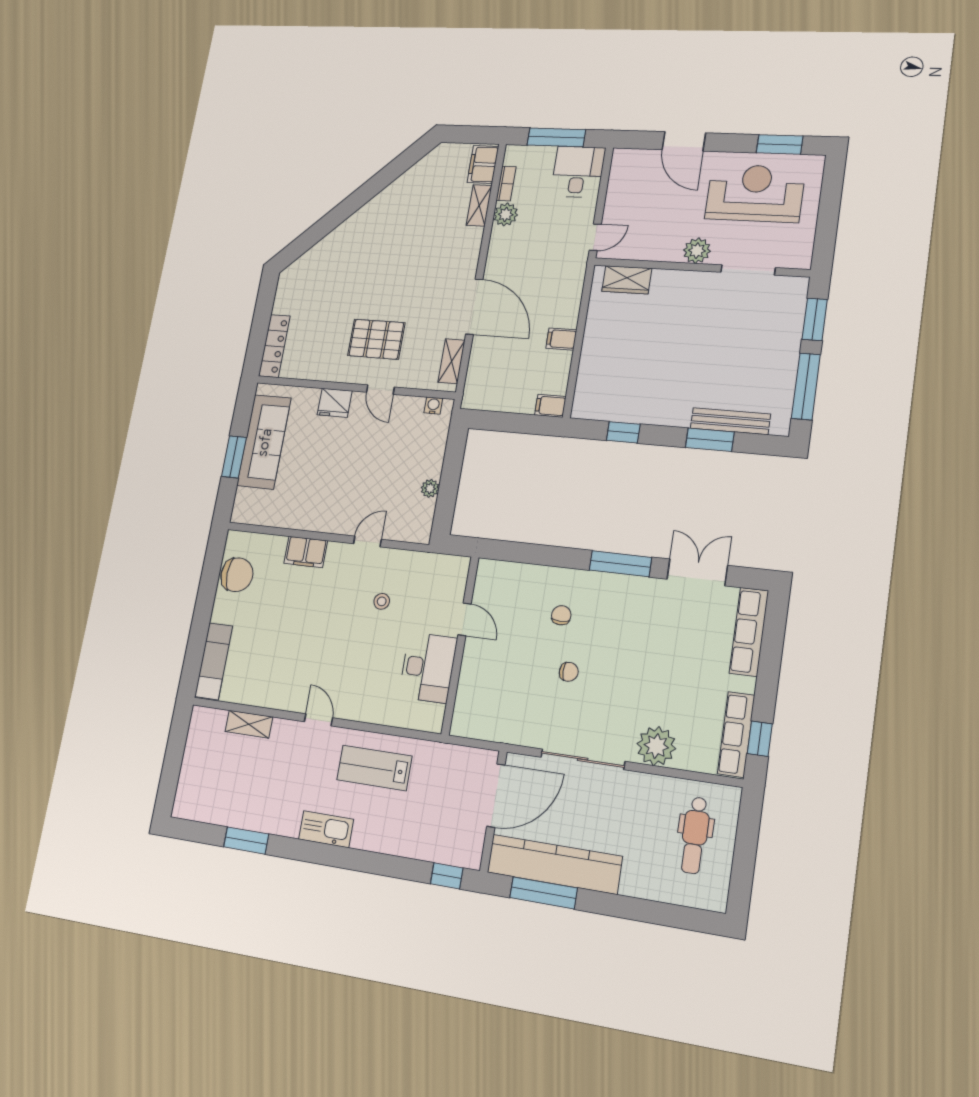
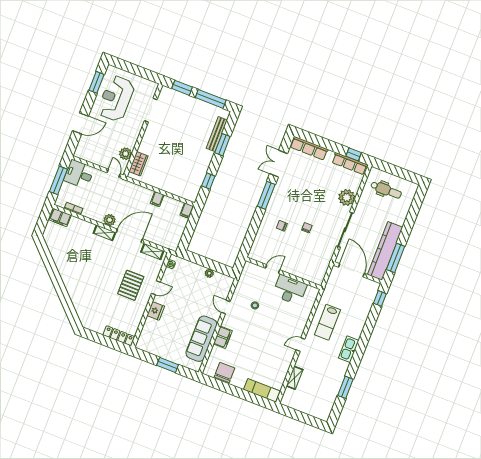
shelving: (479, 205) -> (104, 233), moved
plant: (506, 214) -> (110, 220), moved
plant: (697, 251) -> (125, 154), moved
sofa: (264, 442) -> (201, 339), moved, turned -90

